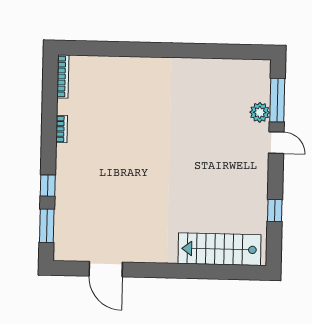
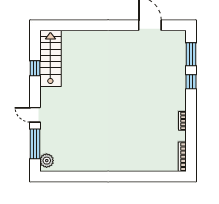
plant: (260, 112) -> (47, 161), moved
stairs: (220, 249) -> (50, 58), moved, turned -90

